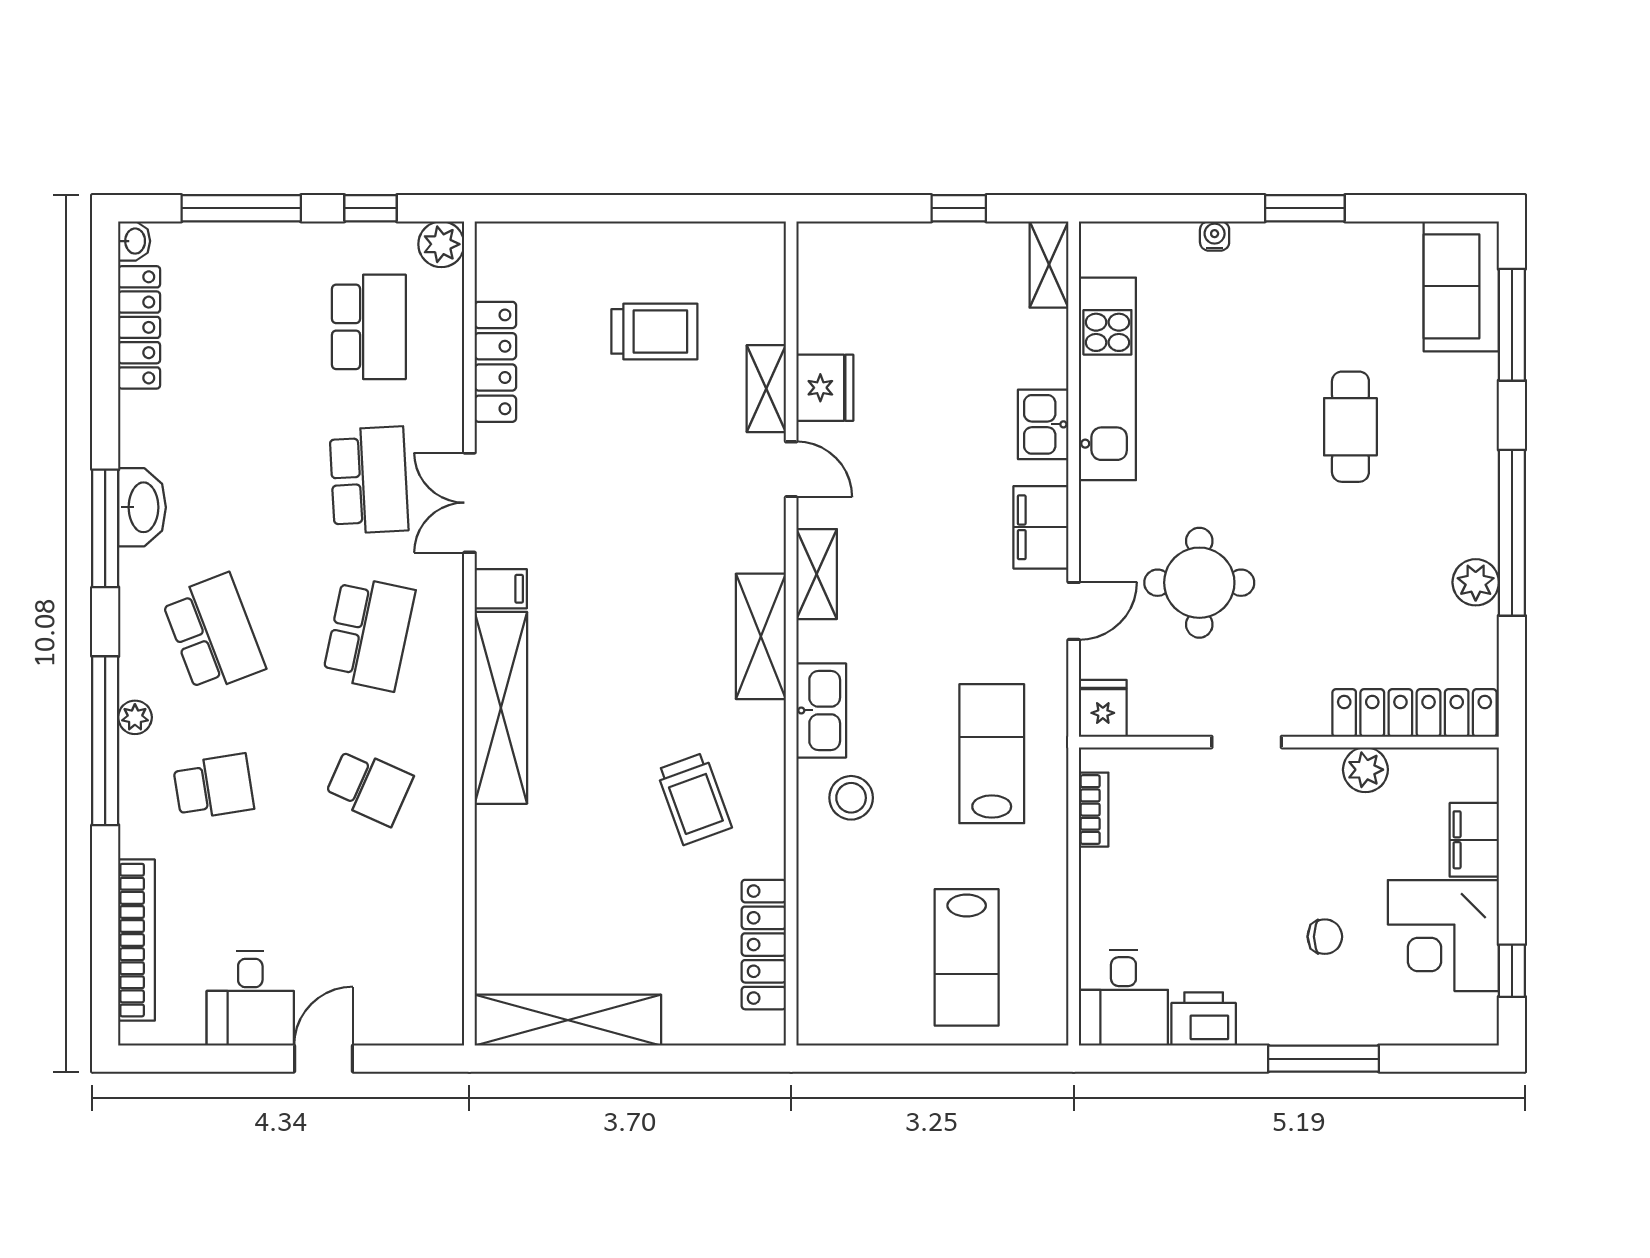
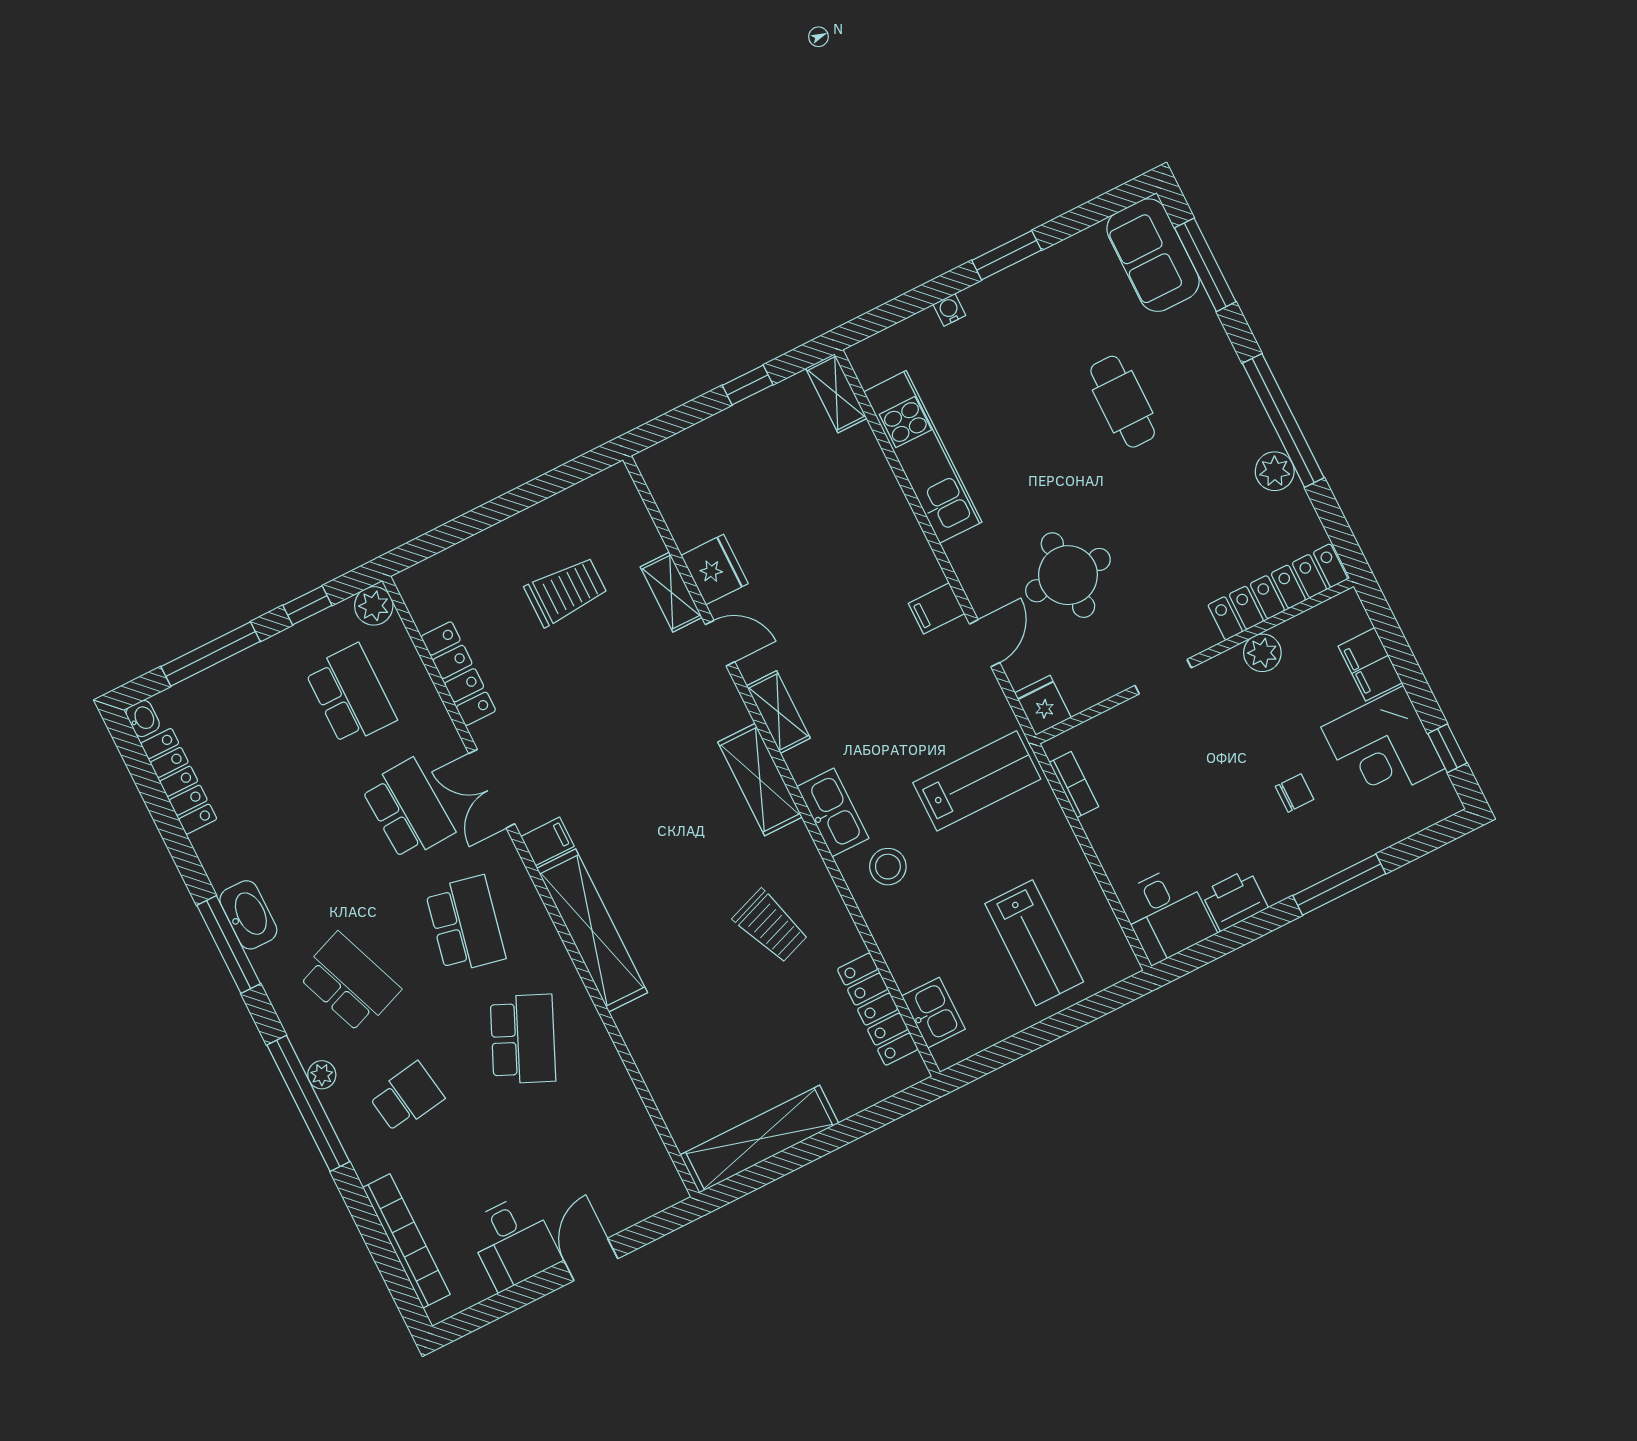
kitchen sink: (1043, 424) -> (934, 1013), moved, turned 180
filing cabinet: (1041, 527) -> (936, 608), width x0.50
lab bench: (992, 754) -> (977, 781), turned 90
school desk: (369, 787) -> (523, 1039), width x1.85

